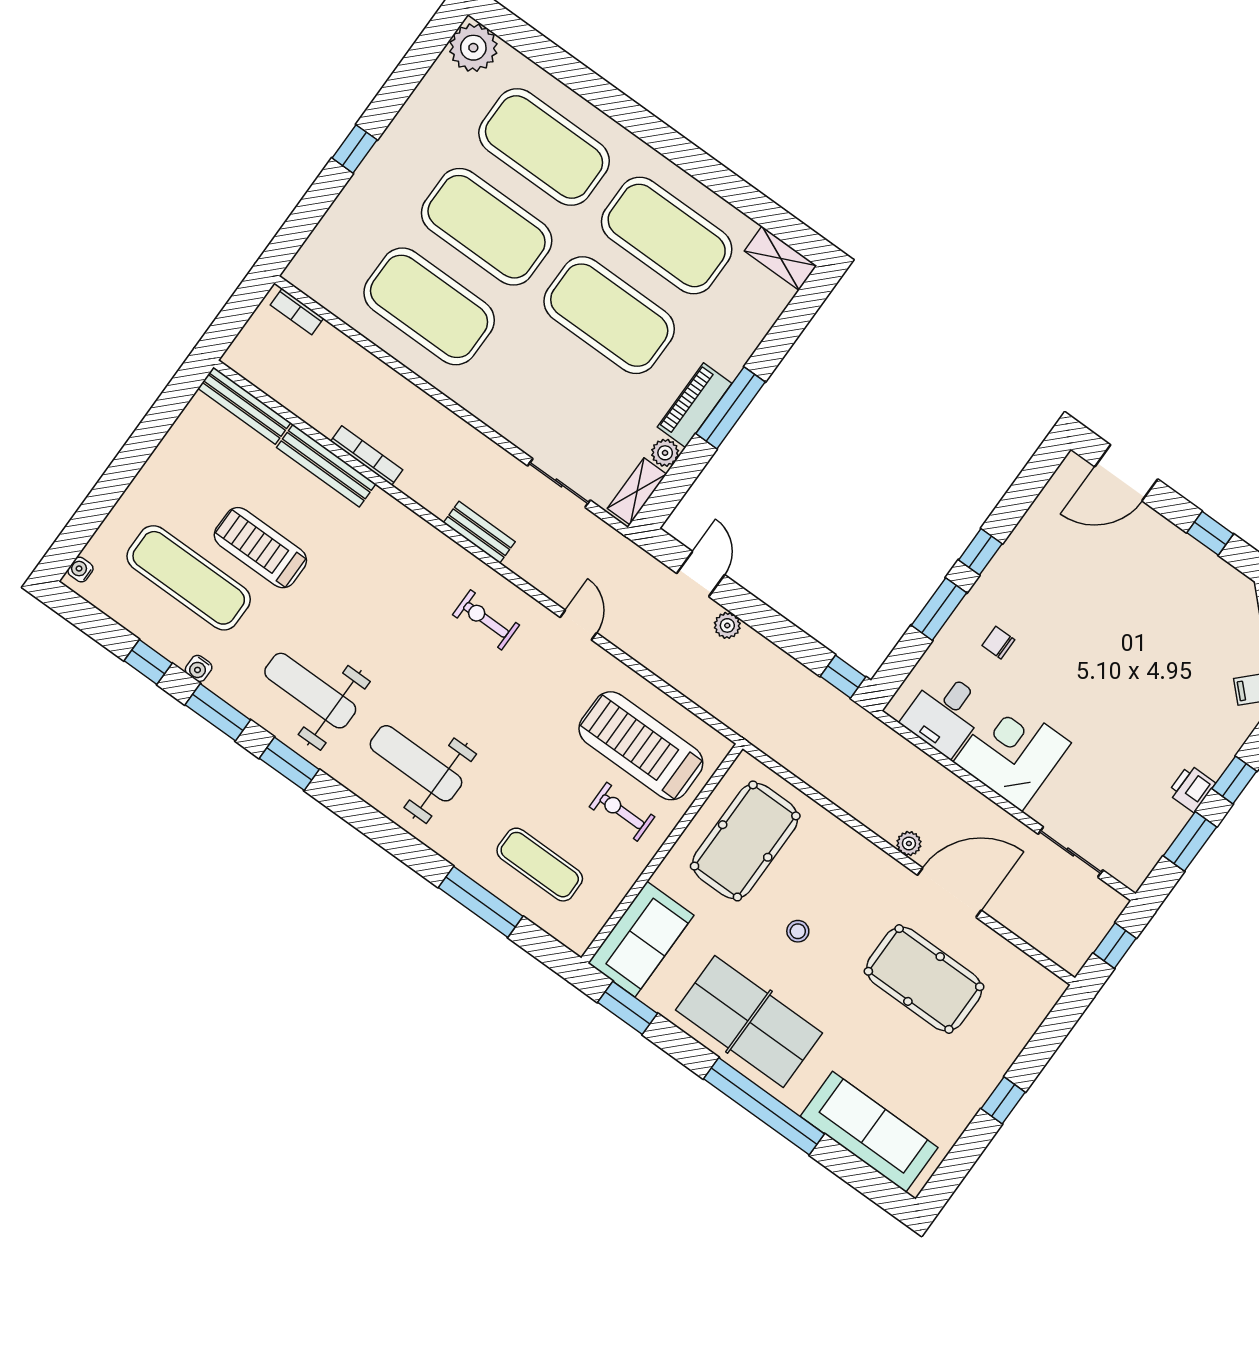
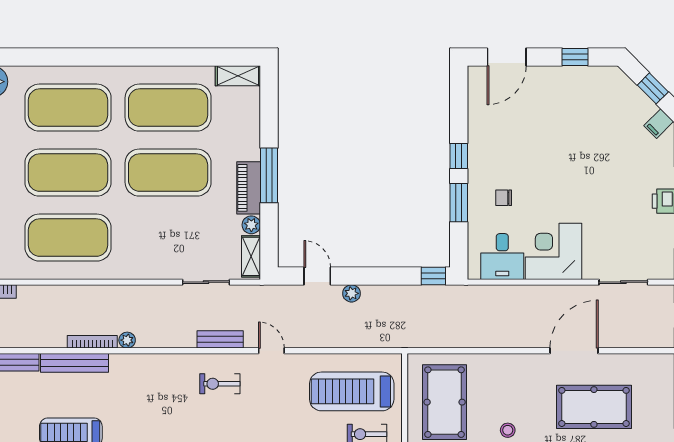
bench: (479, 532) -> (220, 339), moved
plant: (909, 843) -> (127, 340), moved

